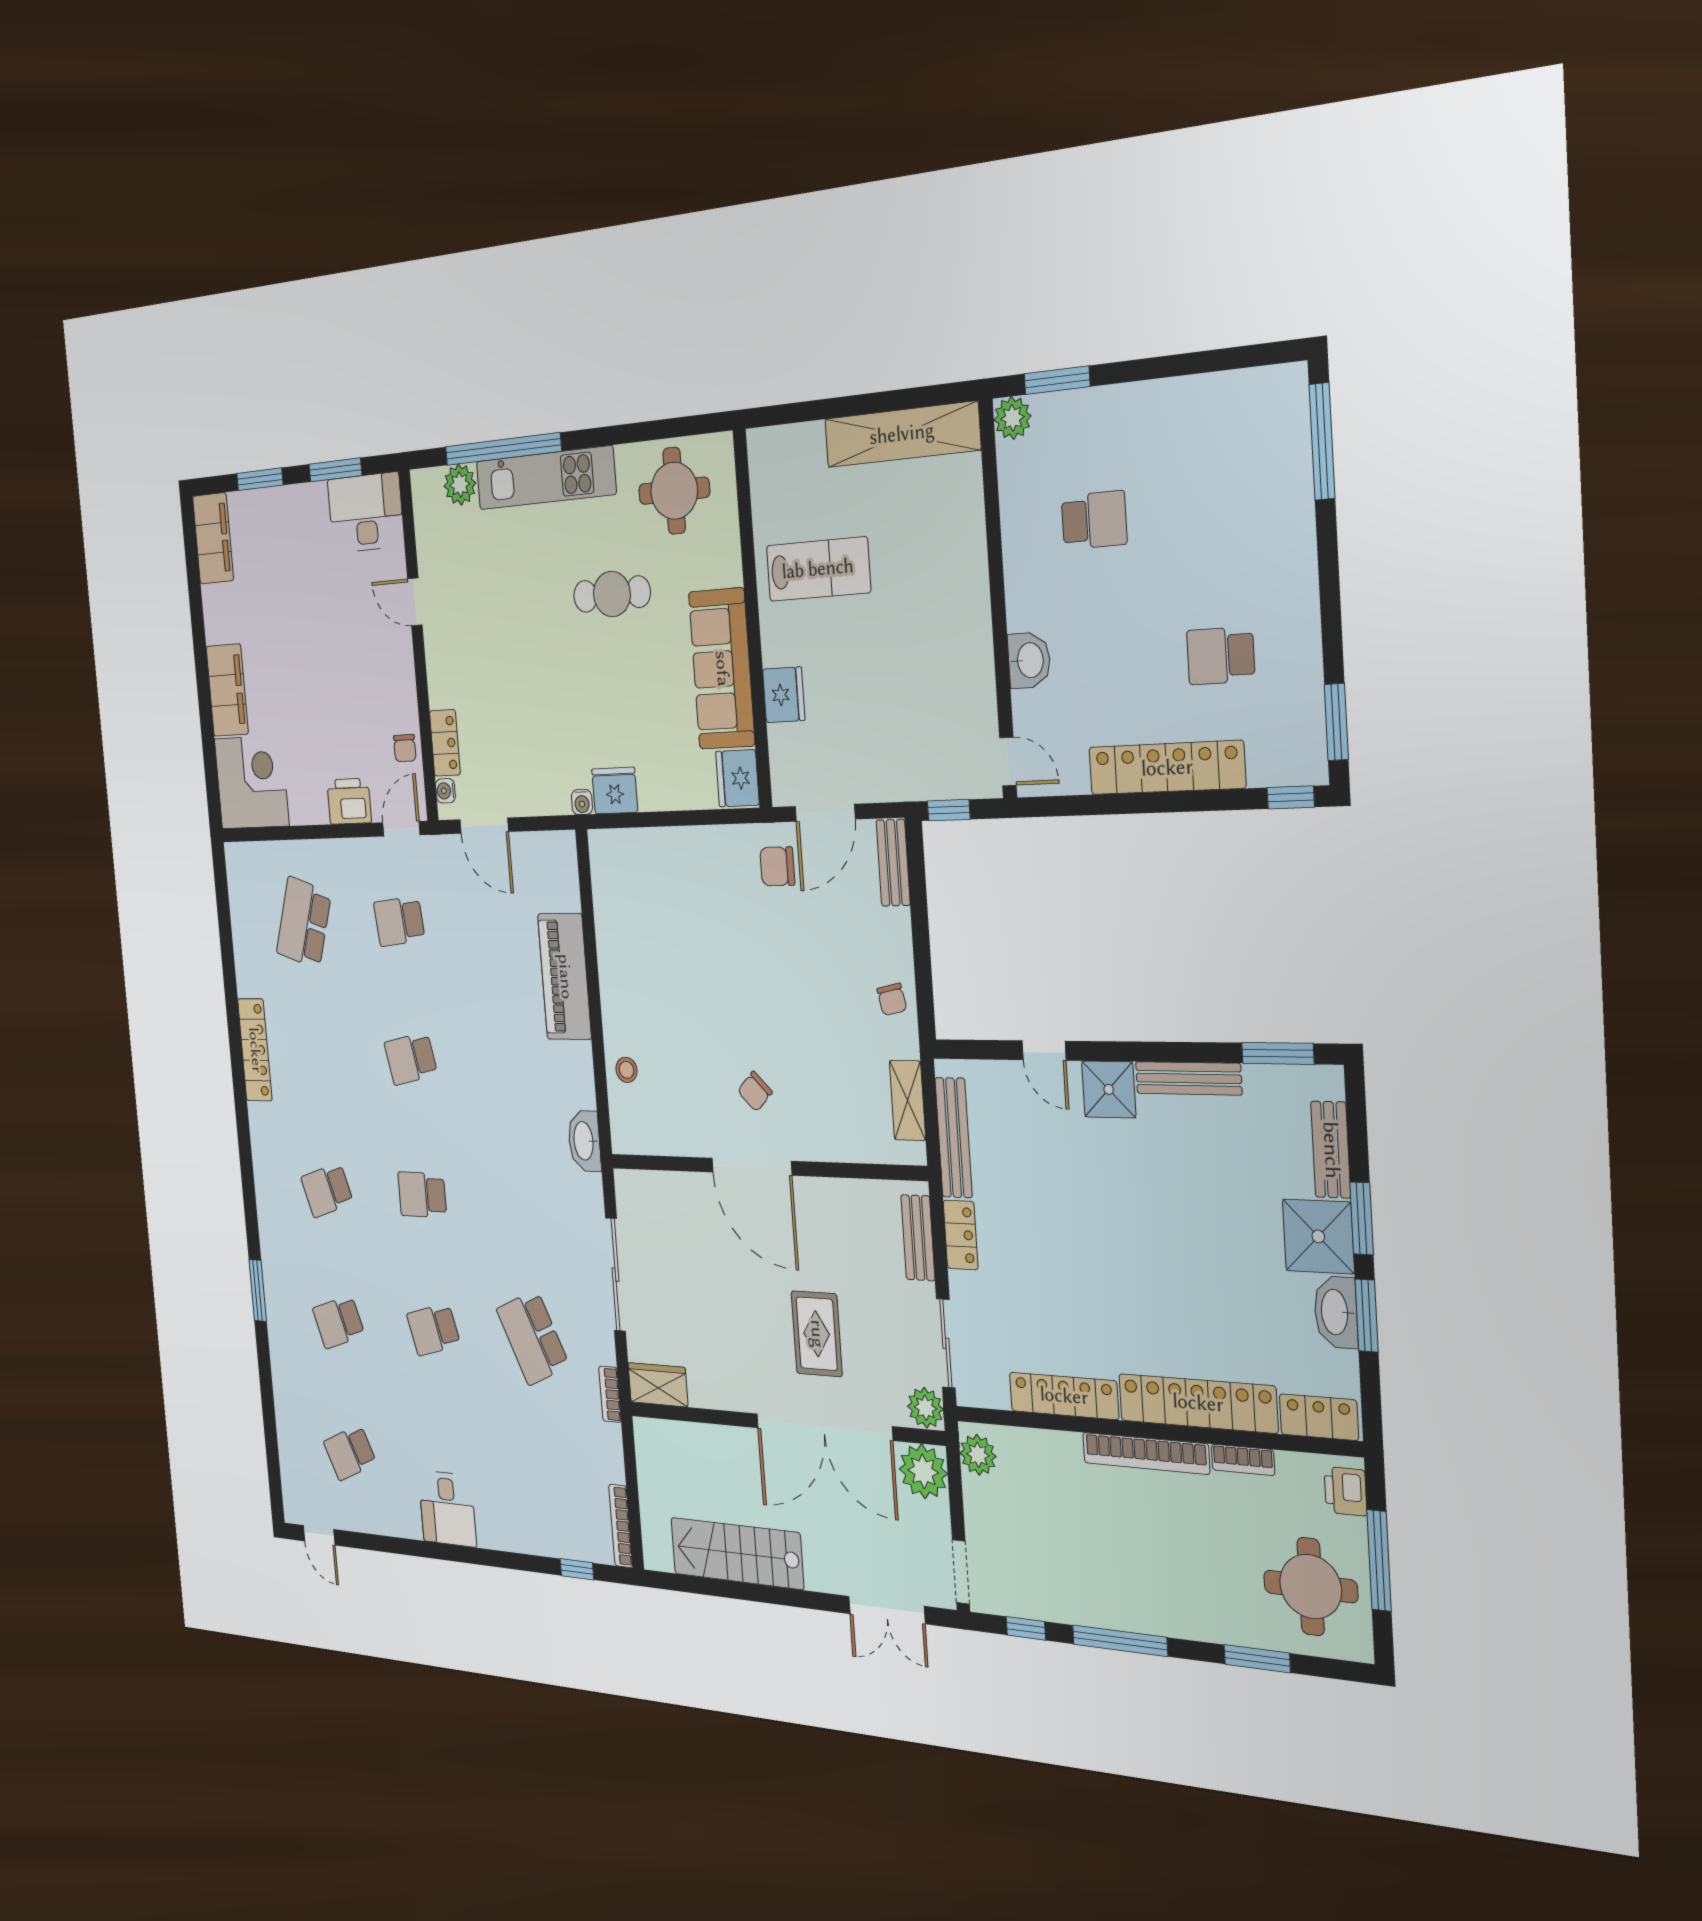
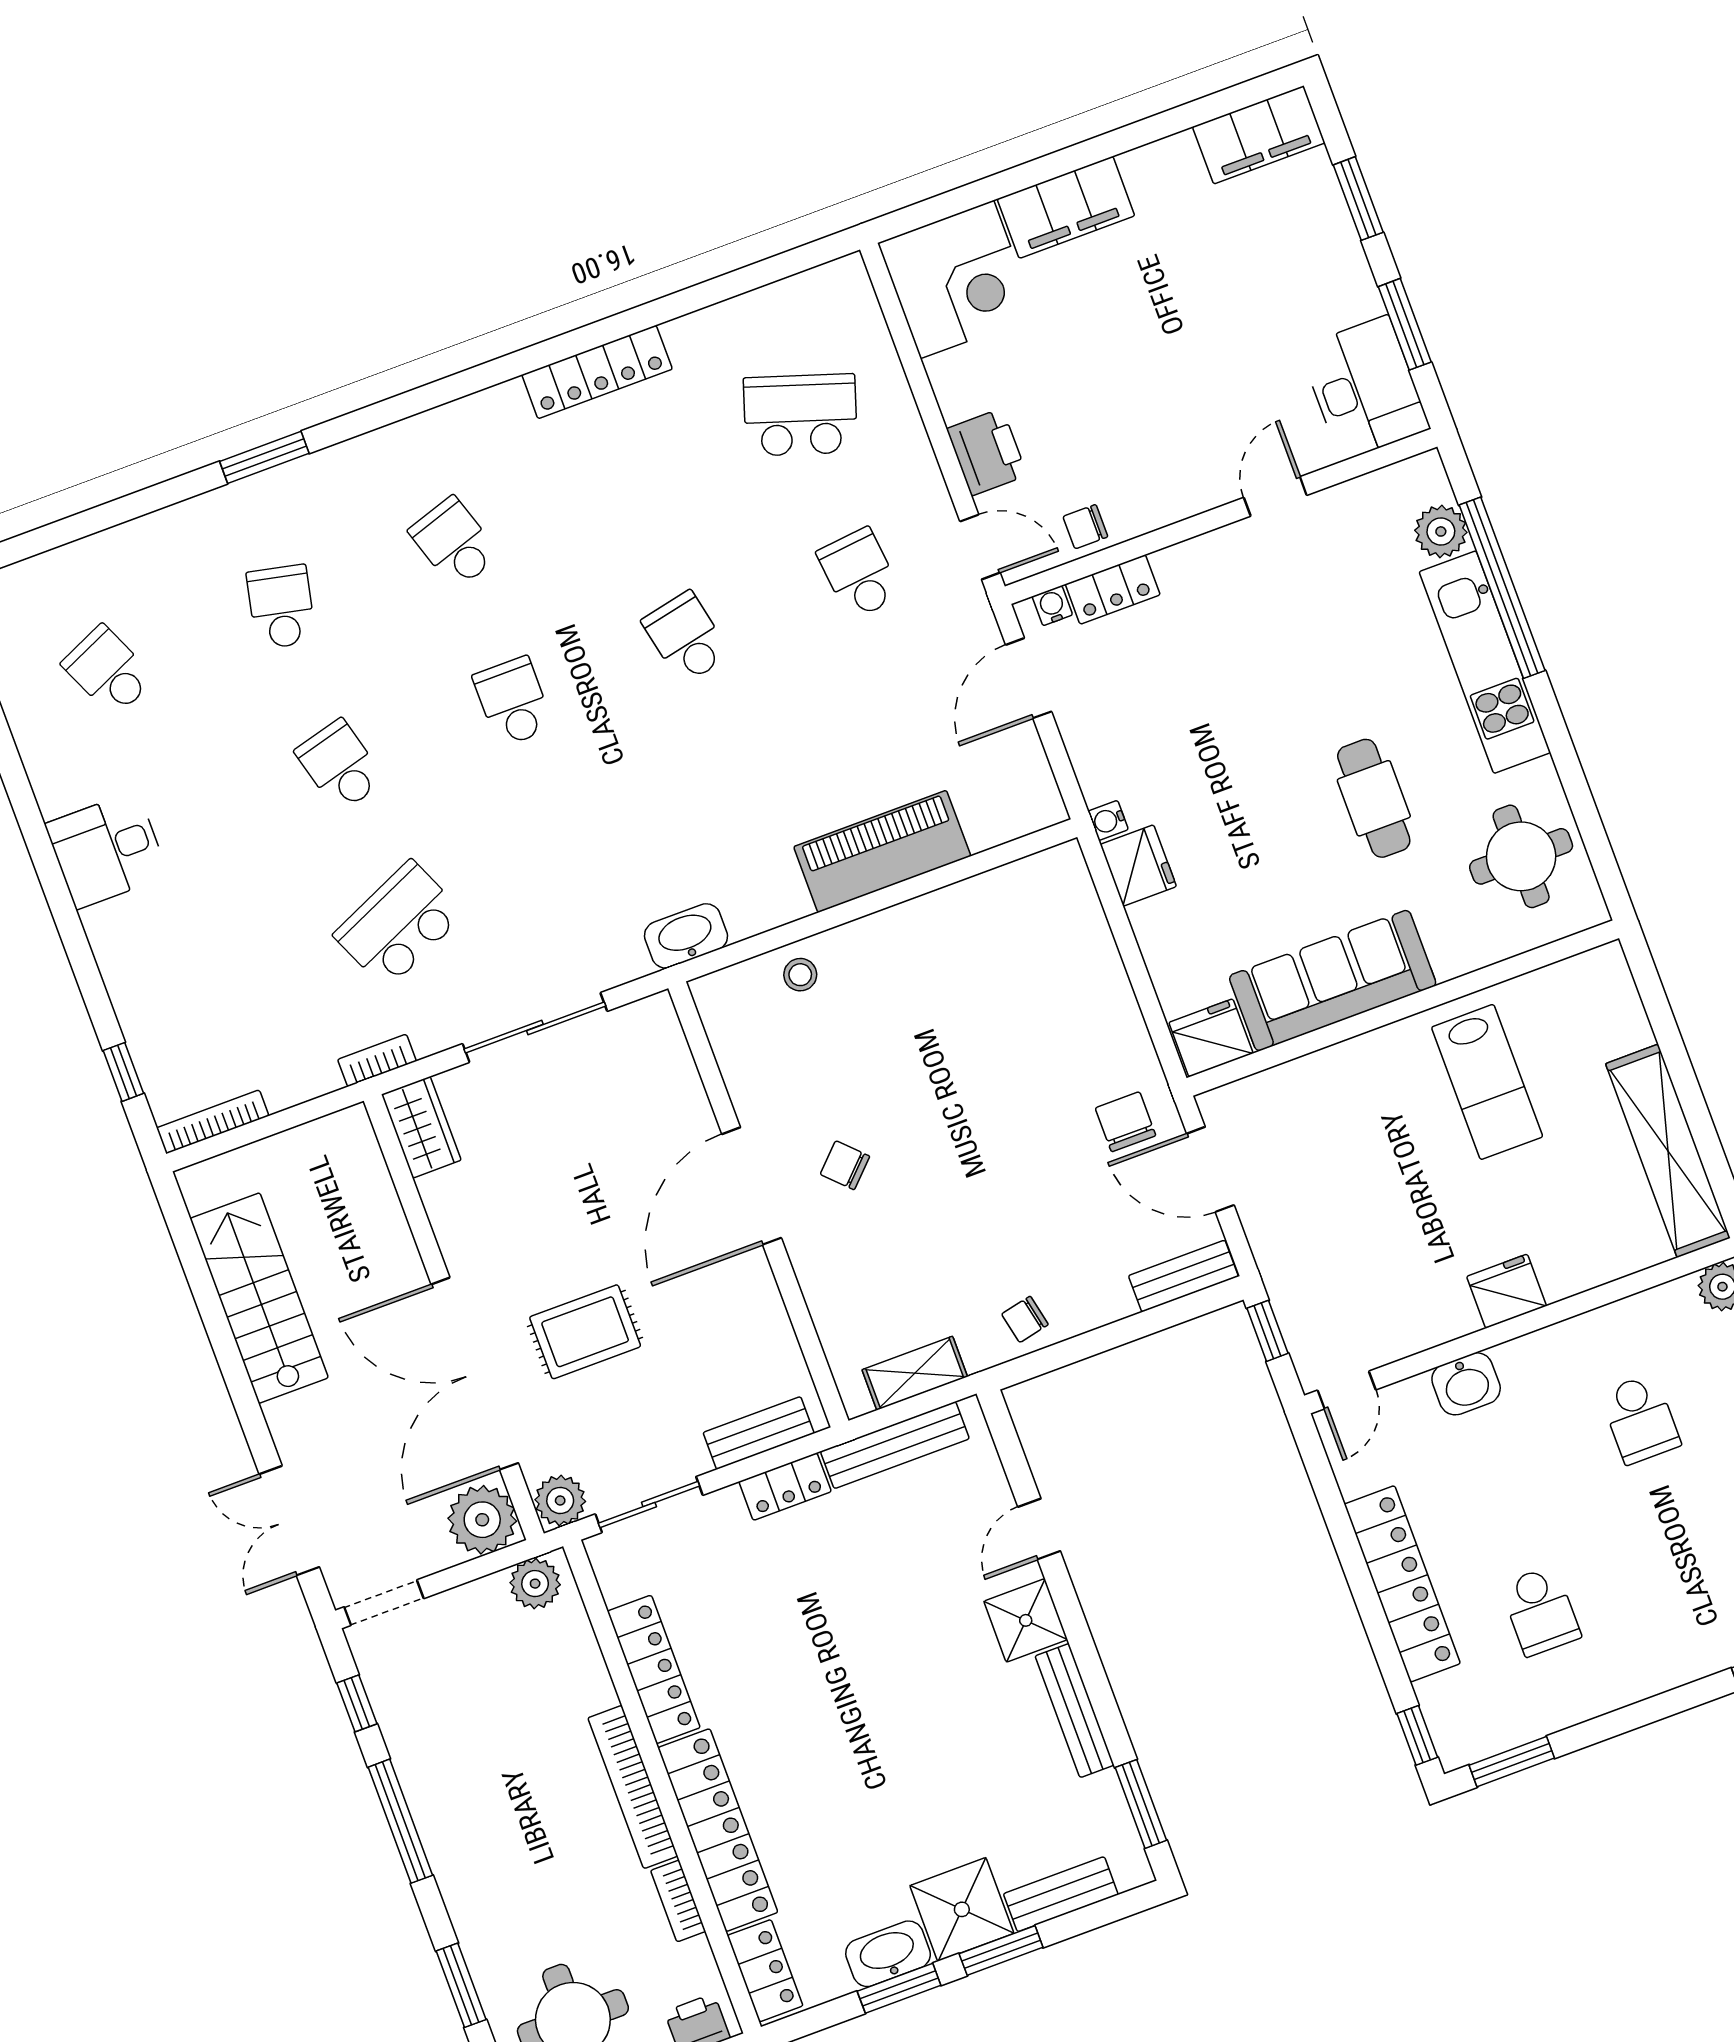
school desk: (1221, 656) -> (1540, 1611), turned 180
fridge: (784, 695) -> (1507, 1291), moved, turned 180
school desk: (339, 1322) -> (281, 607), turned 30

